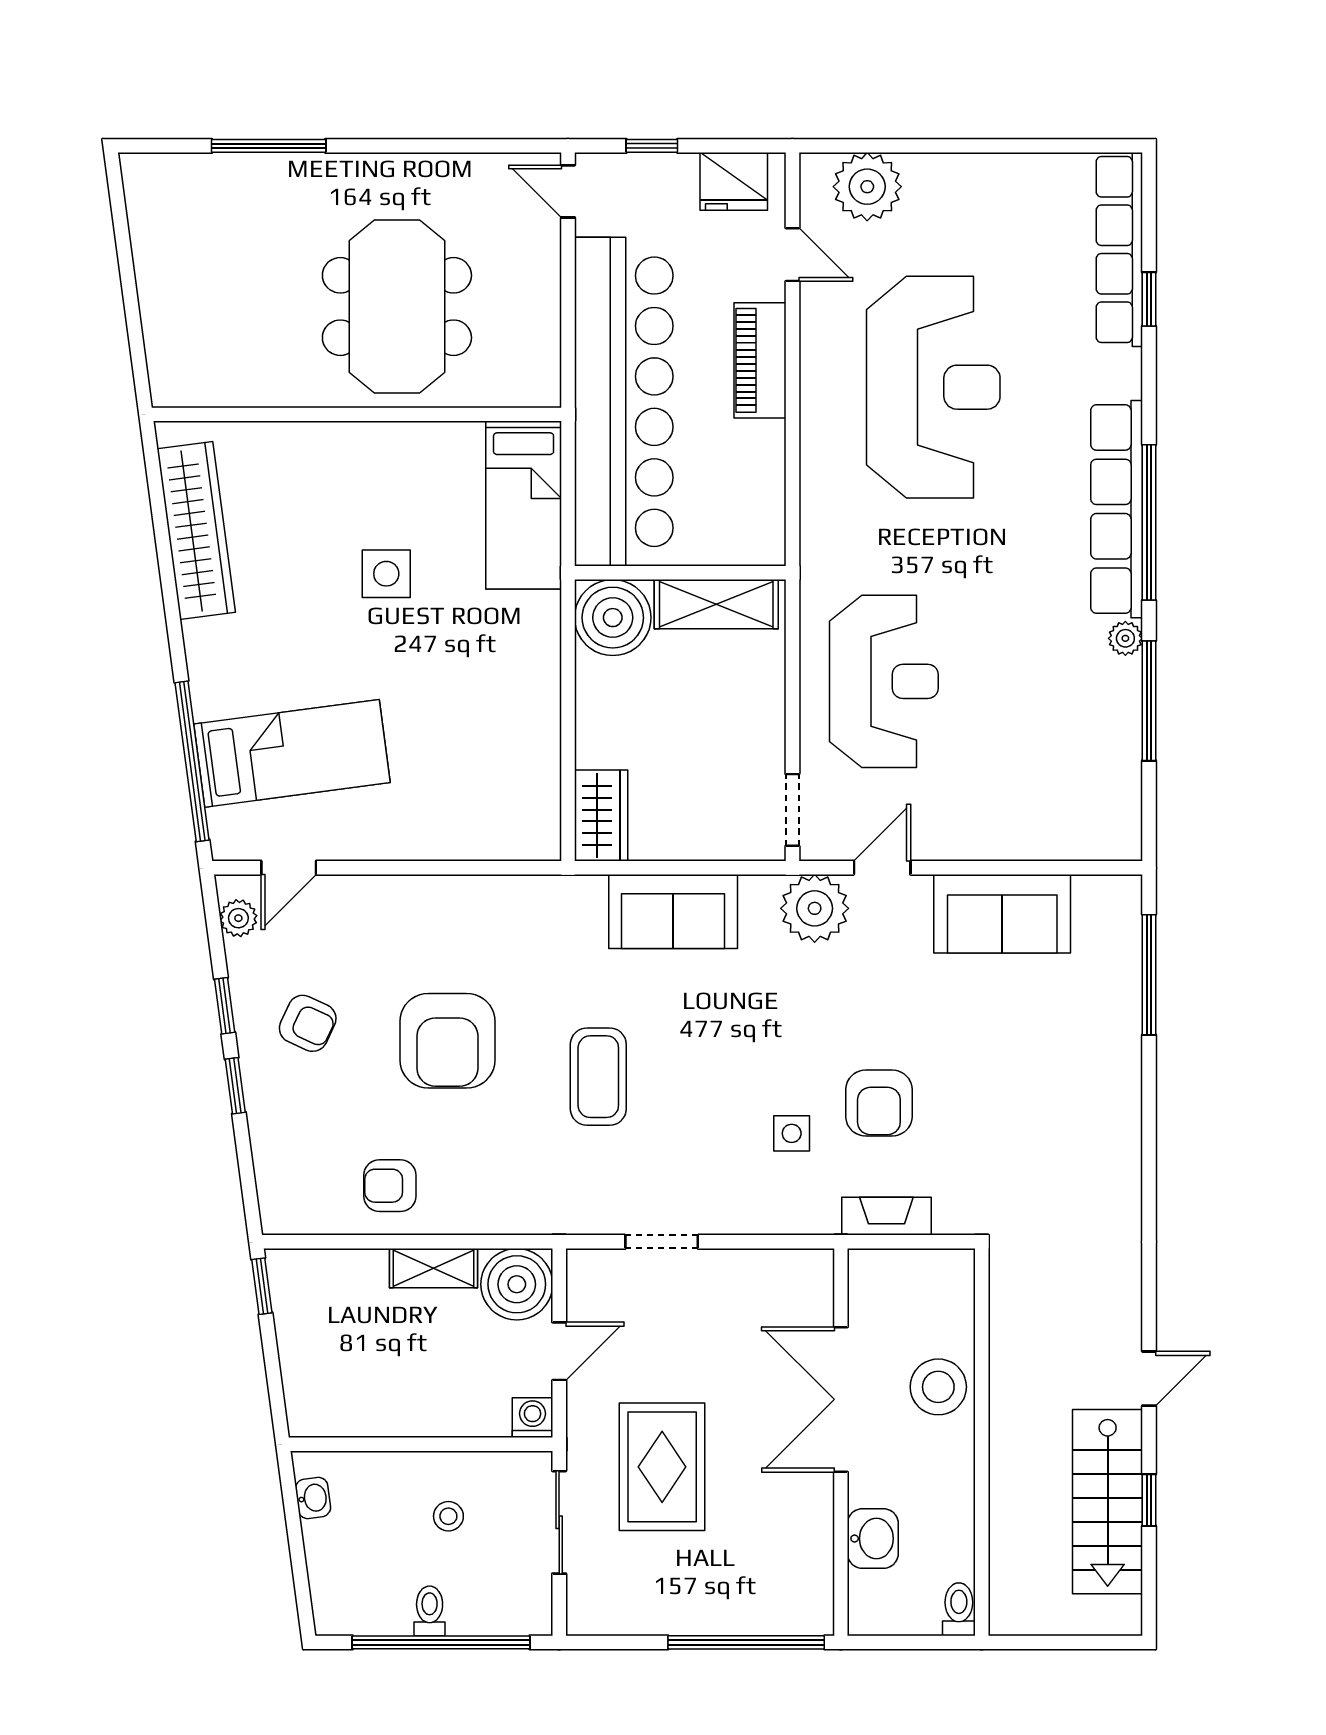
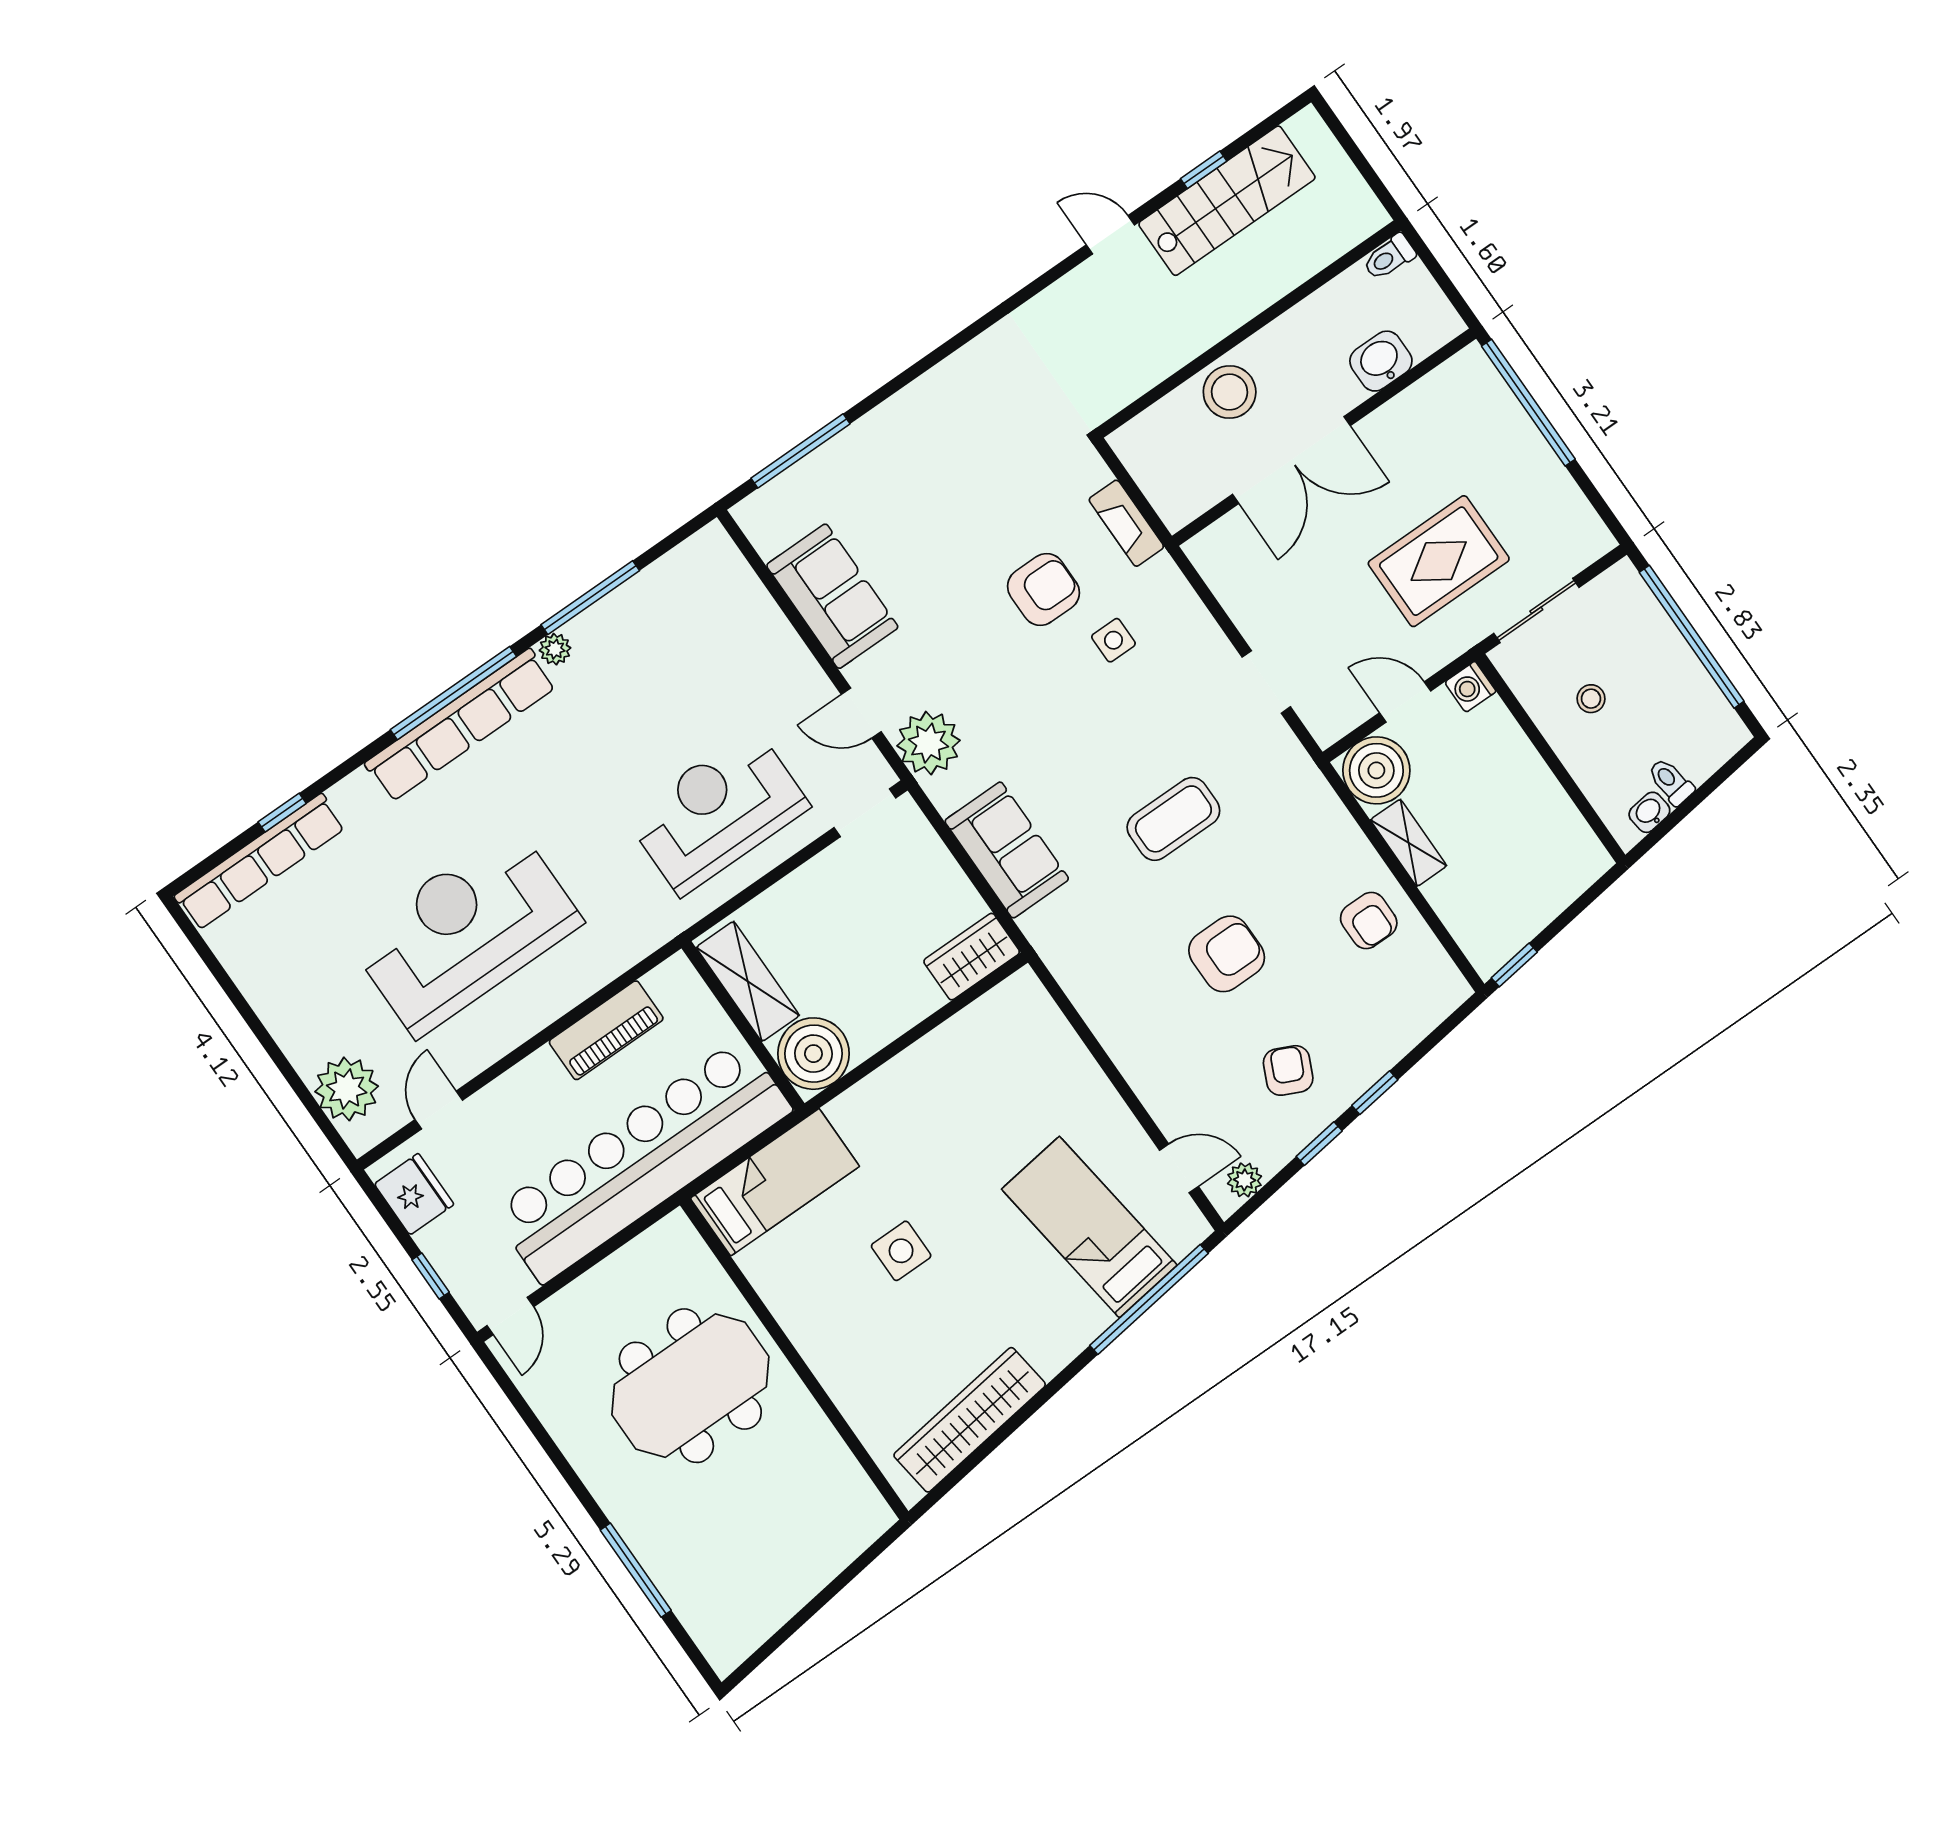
piano: (760, 360) -> (606, 1030), moved
armchair: (447, 1041) -> (1227, 954), width x0.73, depth x0.73
toilet: (430, 1611) -> (1671, 782), moved, turned 82

